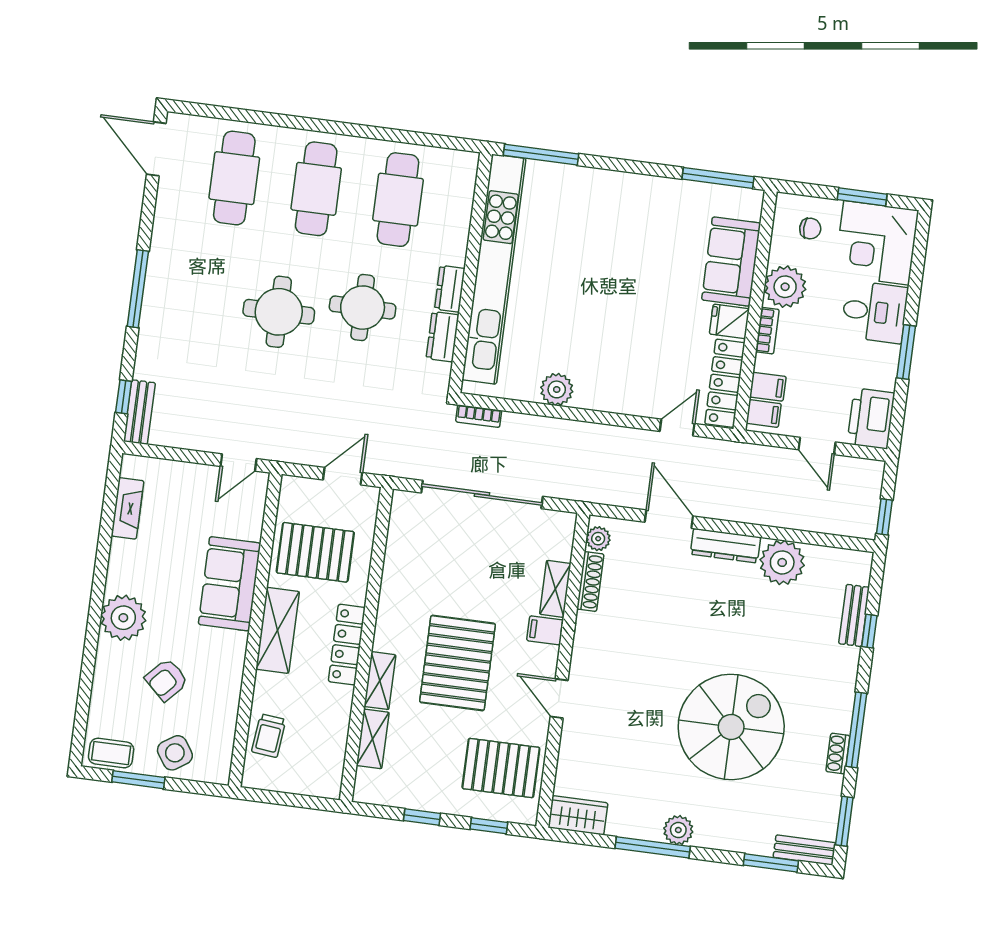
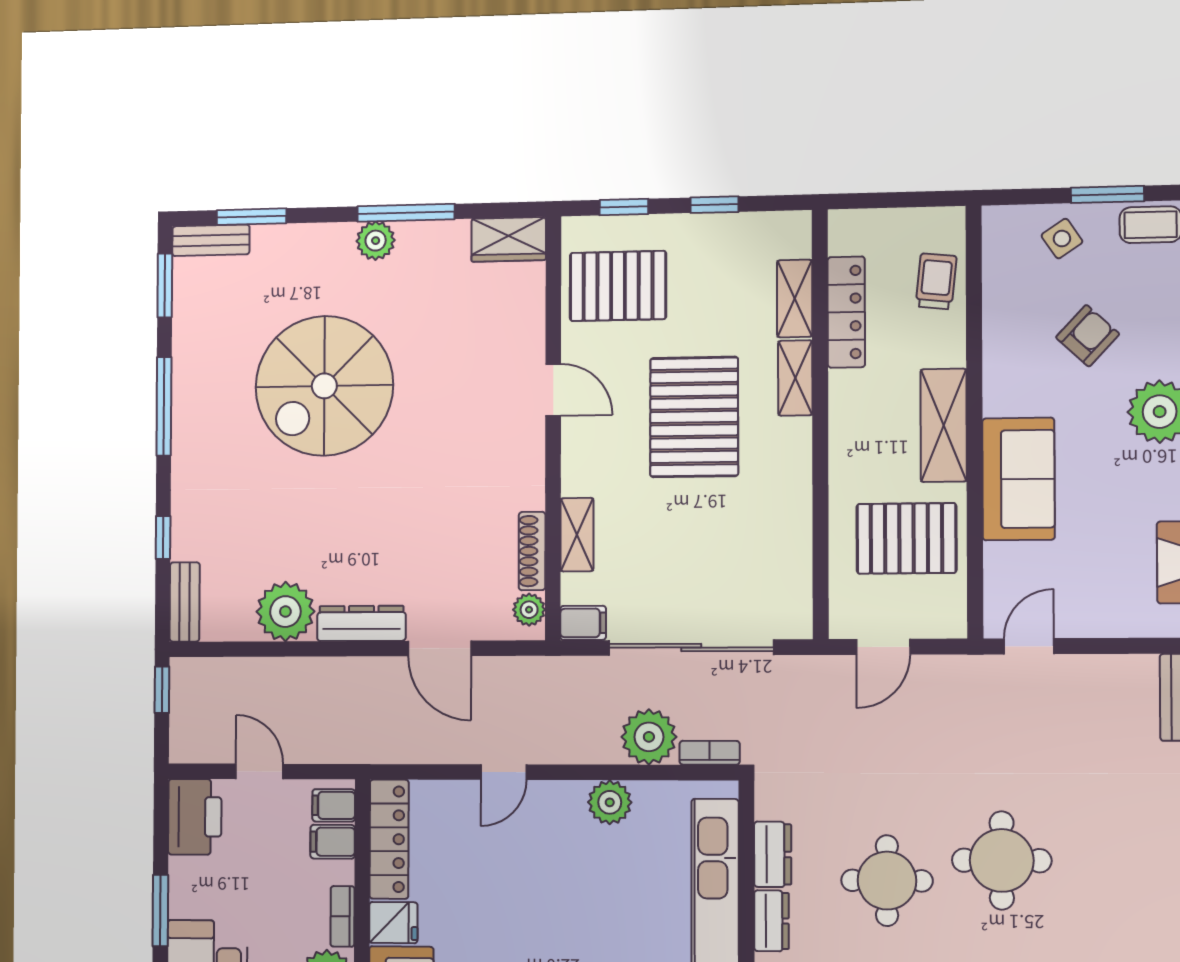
door: (677, 428) -> (504, 772), moved
plant: (522, 433) -> (649, 737), added
bench: (854, 615) -> (185, 602), moved
filing cabinet: (545, 630) -> (583, 623), moved
locker: (347, 645) -> (846, 312), moved
side table: (175, 753) -> (1062, 239), width x0.73, depth x0.73
shoe rack: (838, 753) -> (184, 372), removed

